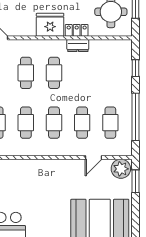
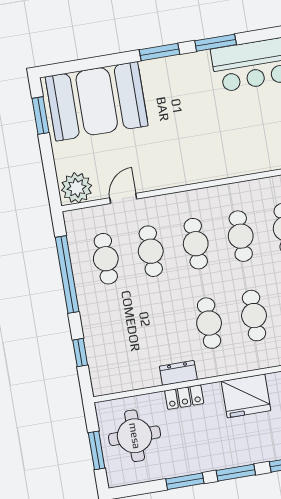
fridge: (50, 25) -> (246, 396), moved
window: (136, 181) -> (41, 115), moved

